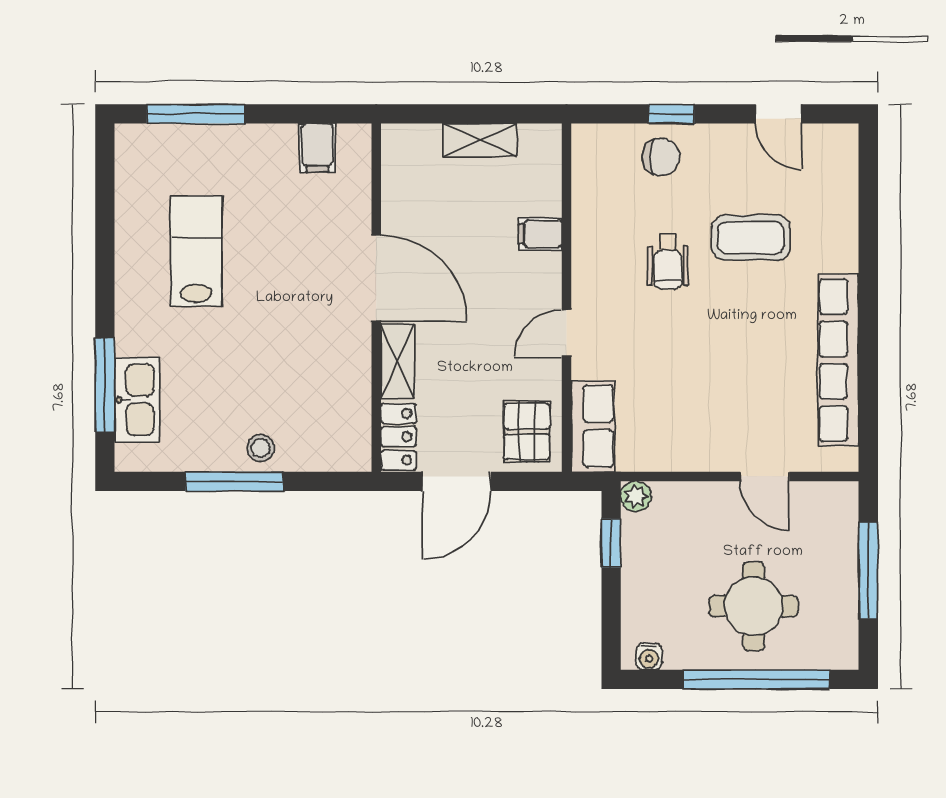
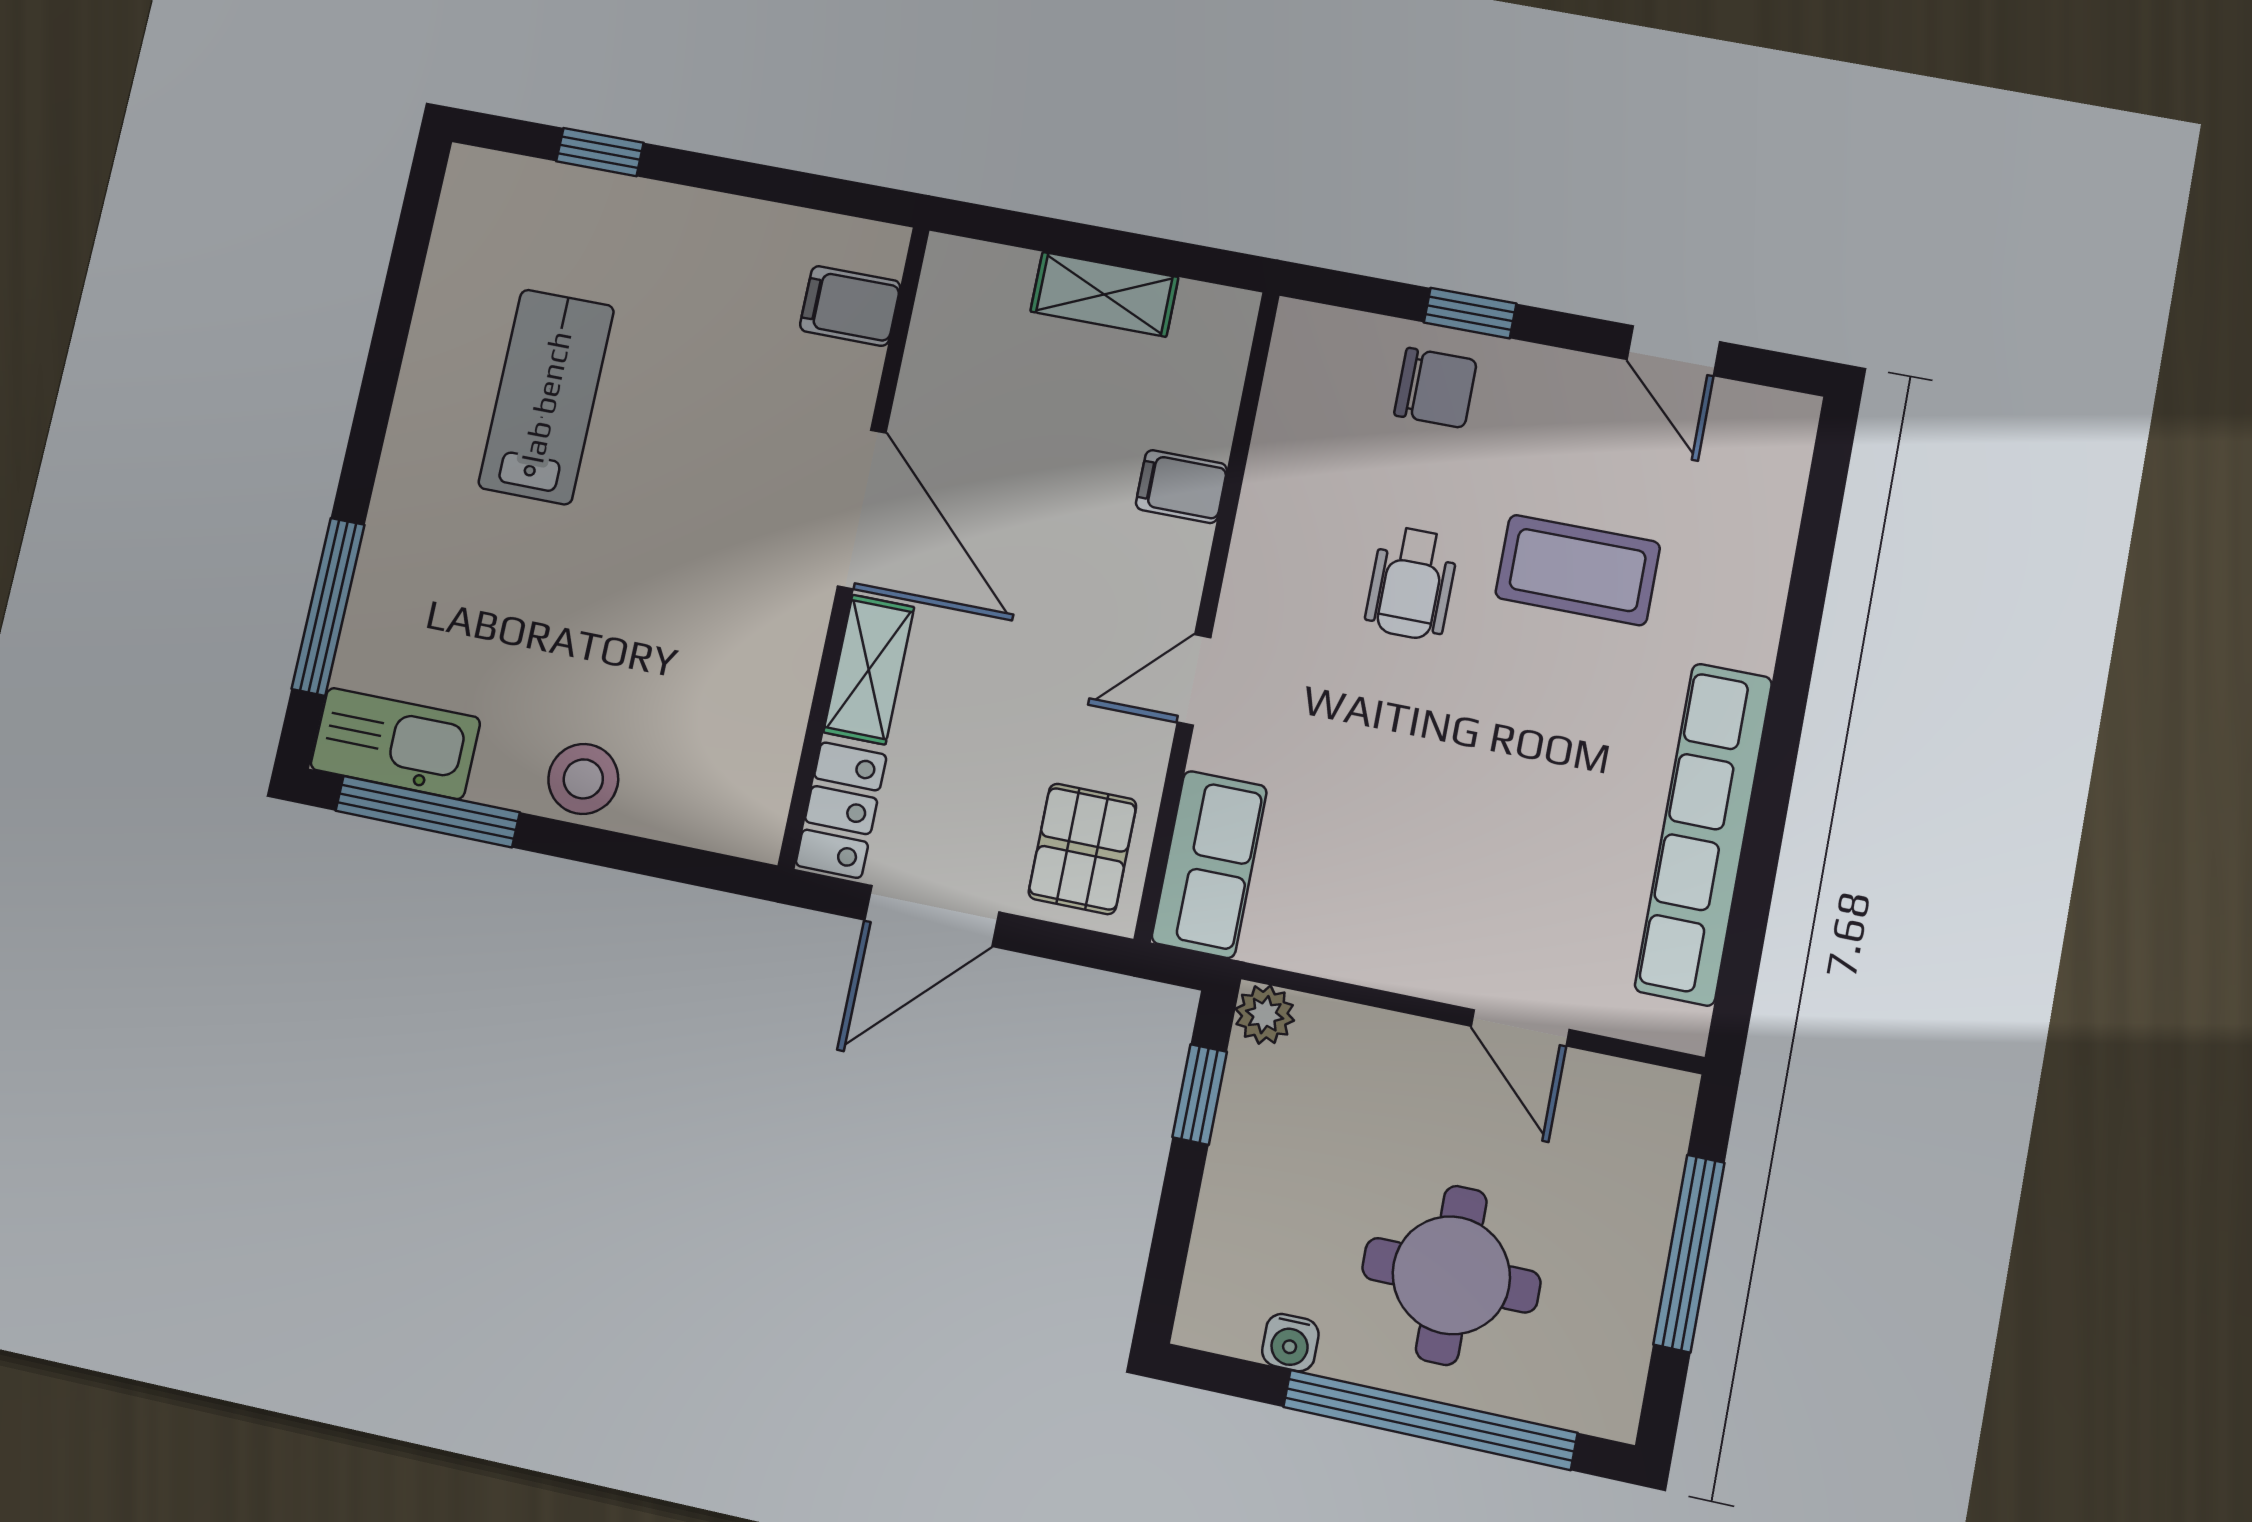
window: (196, 114) -> (600, 152), width x0.46
filing cabinet: (317, 148) -> (850, 306), moved, turned 90
kitchen sink: (137, 400) -> (395, 743), moved, turned -90
stool: (261, 448) -> (583, 779), width x1.37, depth x1.37
window: (234, 481) -> (428, 812), moved
water cooler: (649, 656) -> (1290, 1343), moved

